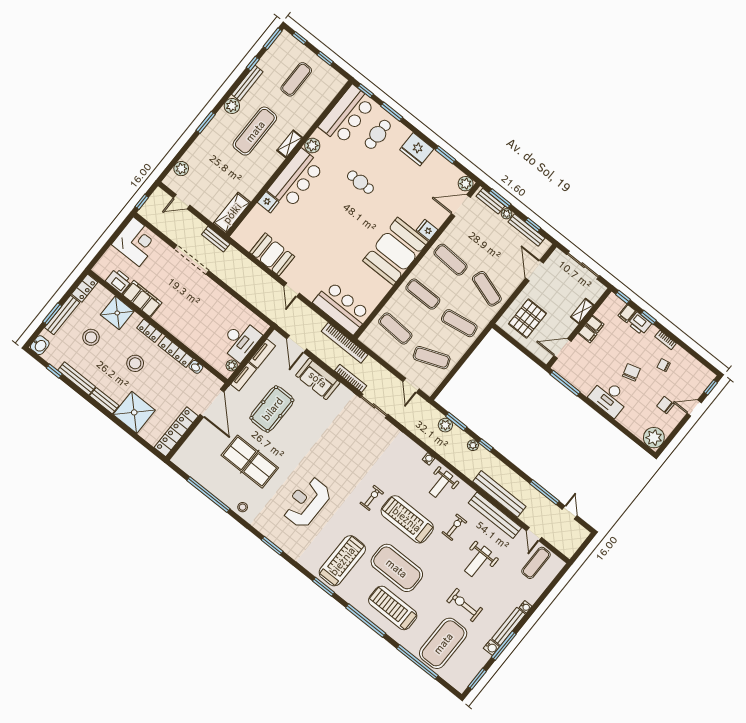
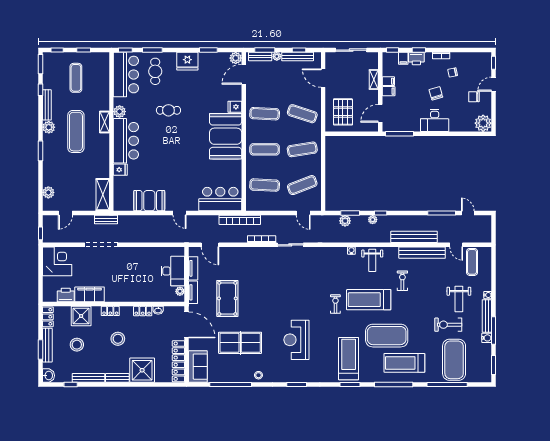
locker: (176, 352) -> (143, 311), width x0.66
sofa: (318, 379) -> (198, 367), moved, turned -90
weight bench: (478, 561) -> (459, 299), moved

